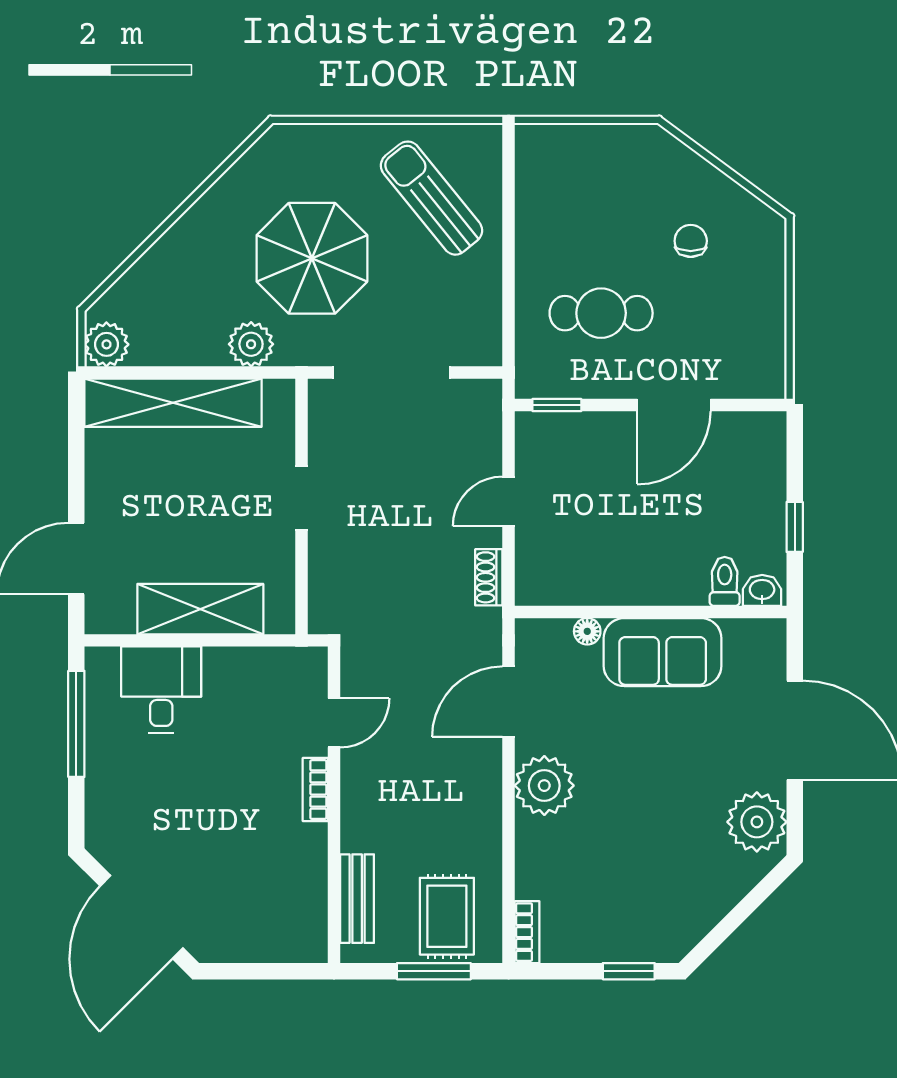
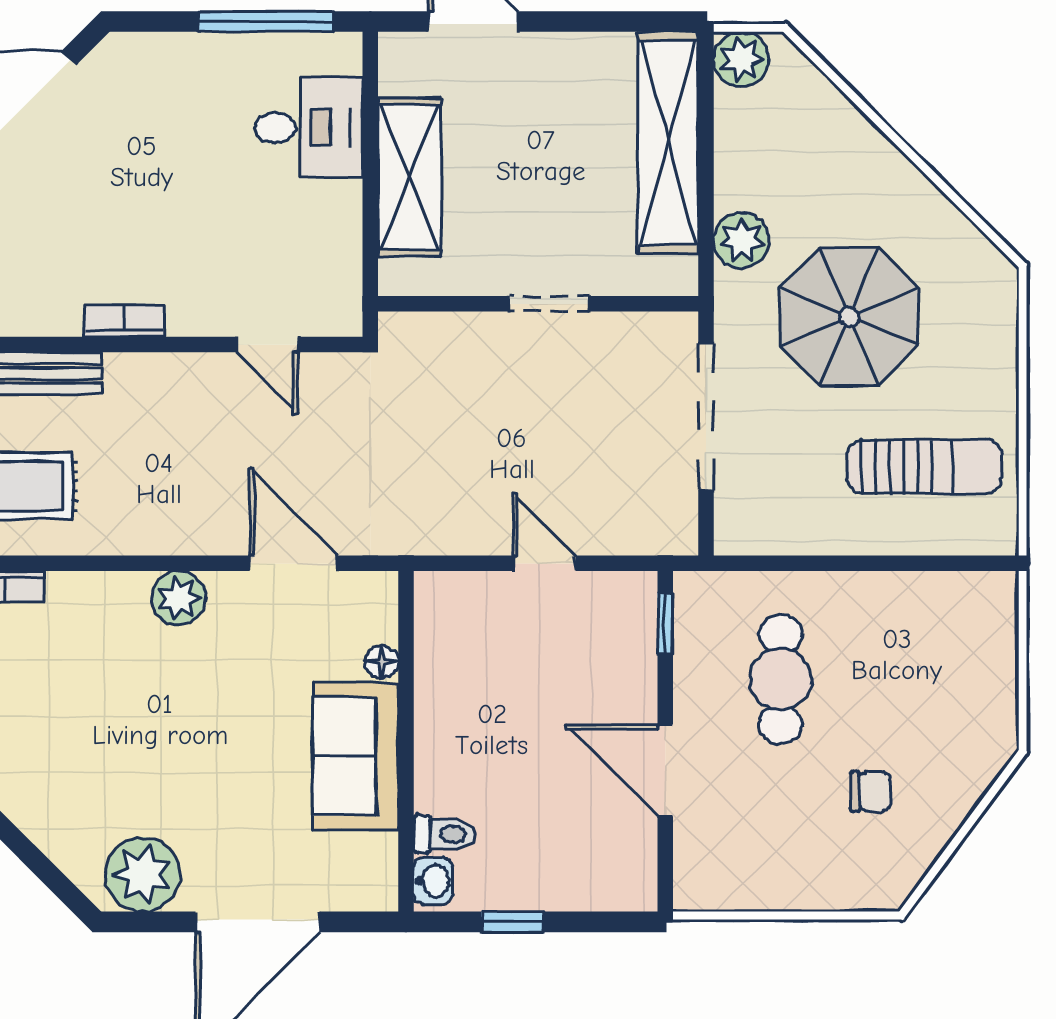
sun lounger: (431, 198) -> (925, 467), turned 39
shoe rack: (489, 577) -> (449, 539), removed
plant: (544, 786) -> (179, 598), width x0.73, depth x0.73
bookcase: (315, 790) -> (124, 321), moved

